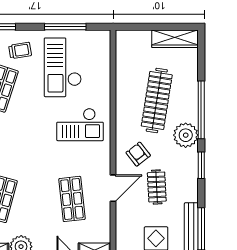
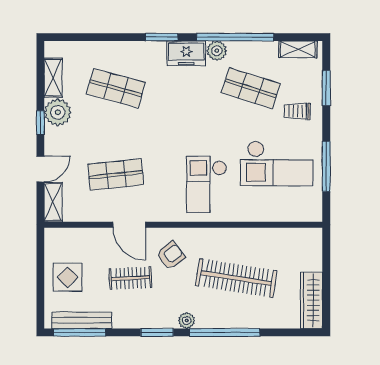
trolley: (20, 50) -> (297, 111), turned 100
checkout: (63, 67) -> (277, 163), turned 180
plant: (186, 135) -> (187, 321), width x0.53, depth x0.53

